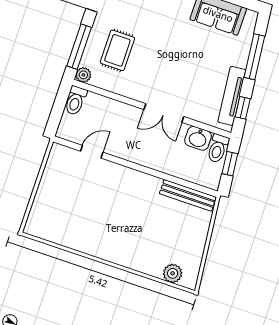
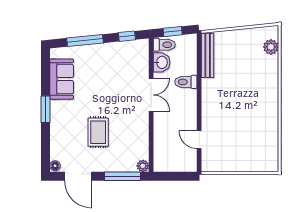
rug: (117, 50) -> (98, 132), moved, turned 90
tv unit: (232, 96) -> (121, 48), removed
toilet: (76, 101) -> (186, 82), moved, turned 180

